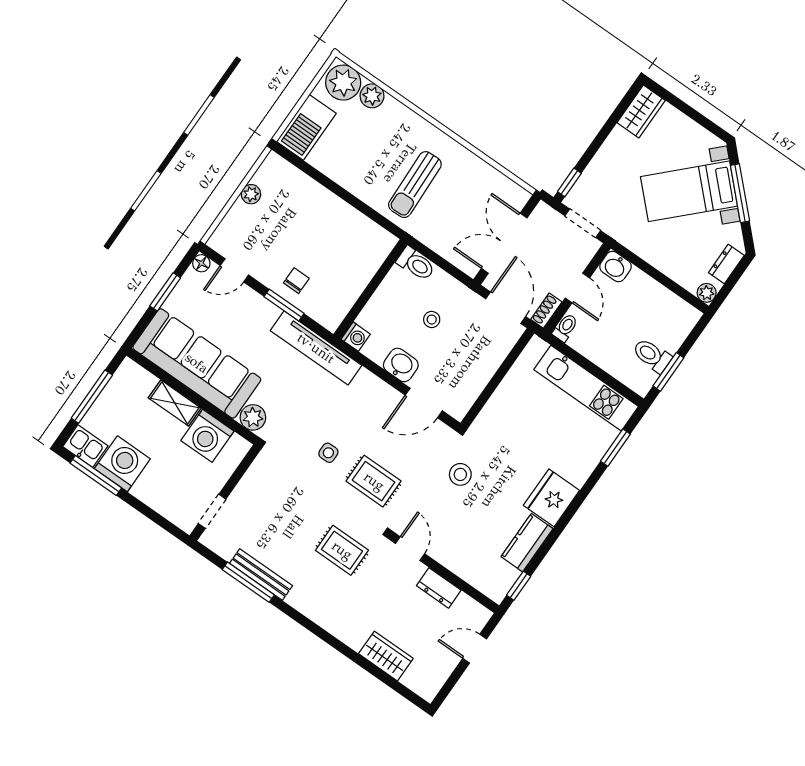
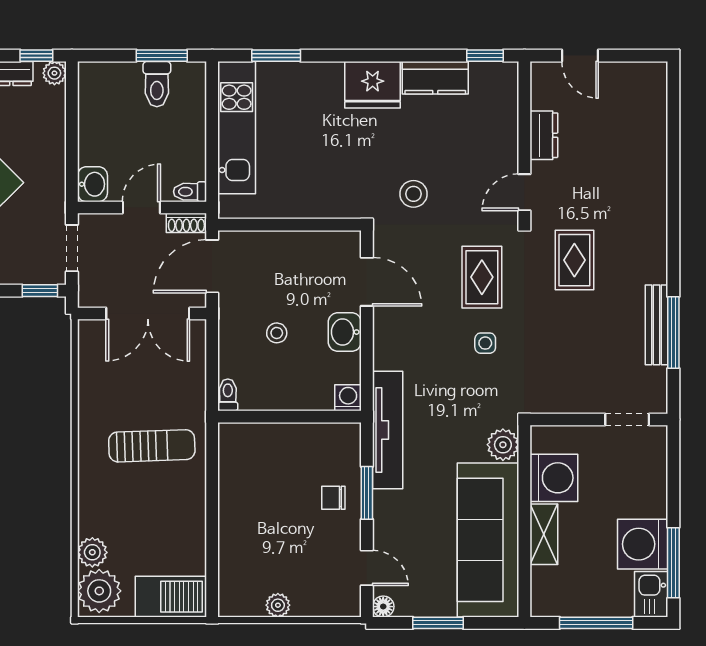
toilet: (416, 264) -> (228, 395), width x0.73, depth x0.72
window: (726, 289) -> (36, 56), added
wardrobe: (386, 656) -> (651, 140), removed

